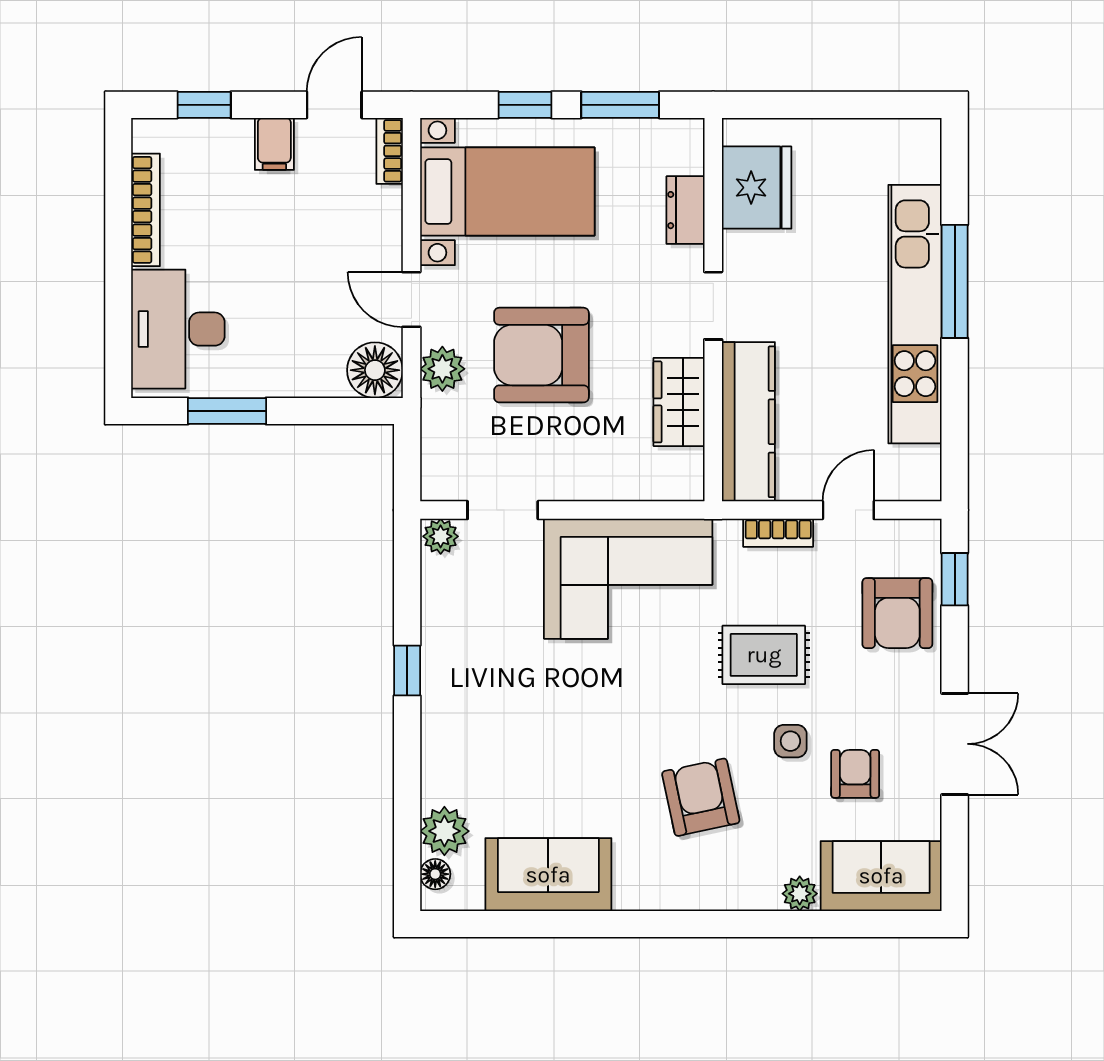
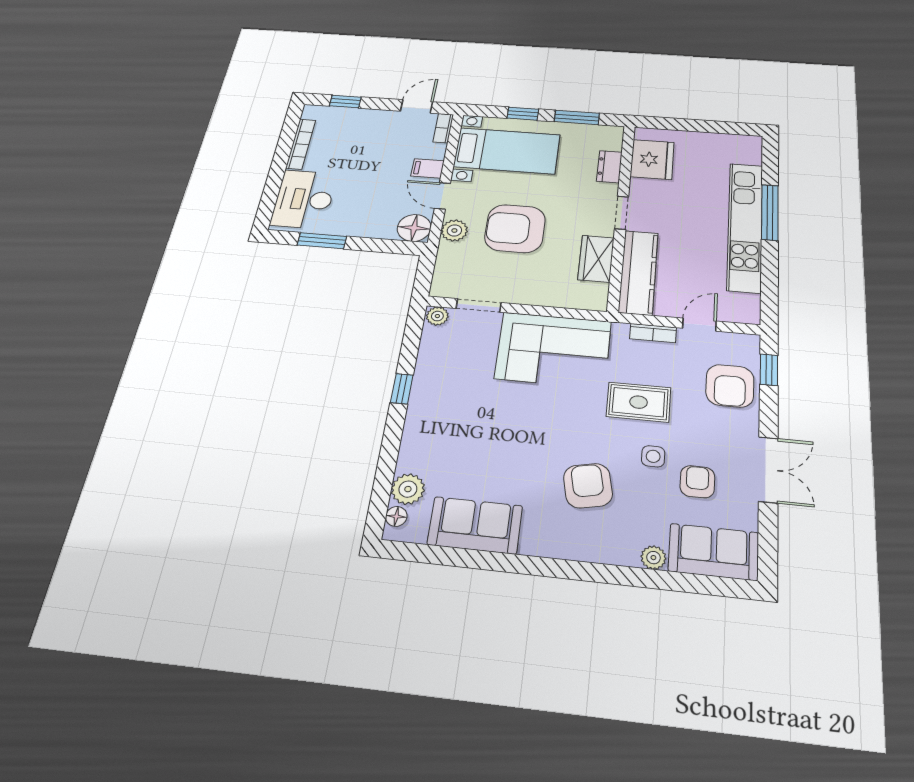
filing cabinet: (274, 144) -> (428, 168), moved, turned 90

